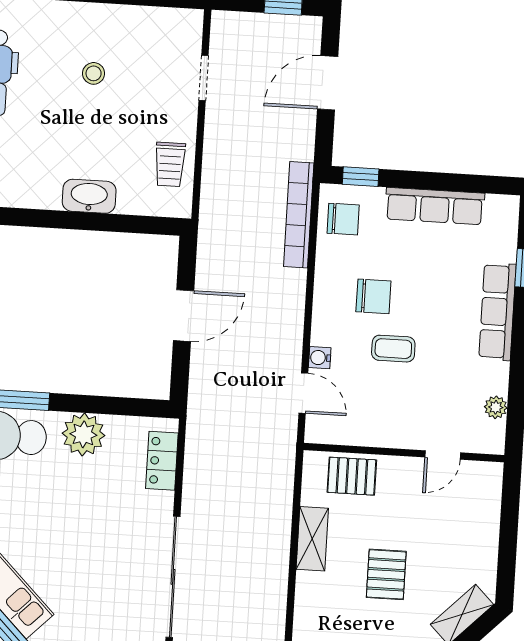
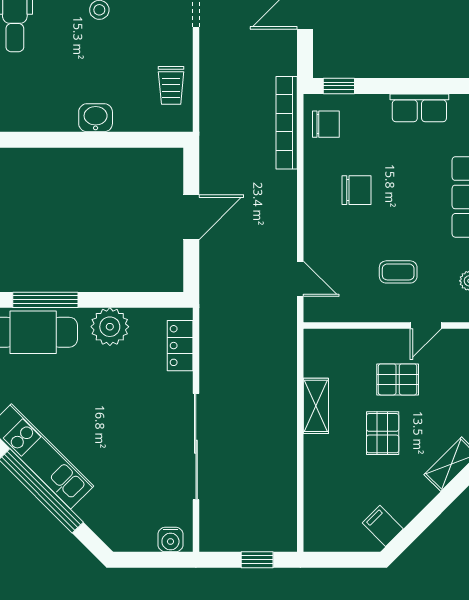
washbasin: (89, 196) -> (96, 118), width x0.72
row of seats: (435, 206) -> (419, 108), width x0.68
coffee table: (393, 349) -> (398, 272), moved
water cooler: (320, 358) -> (313, 247), removed
pallet: (352, 476) -> (398, 379), moved

